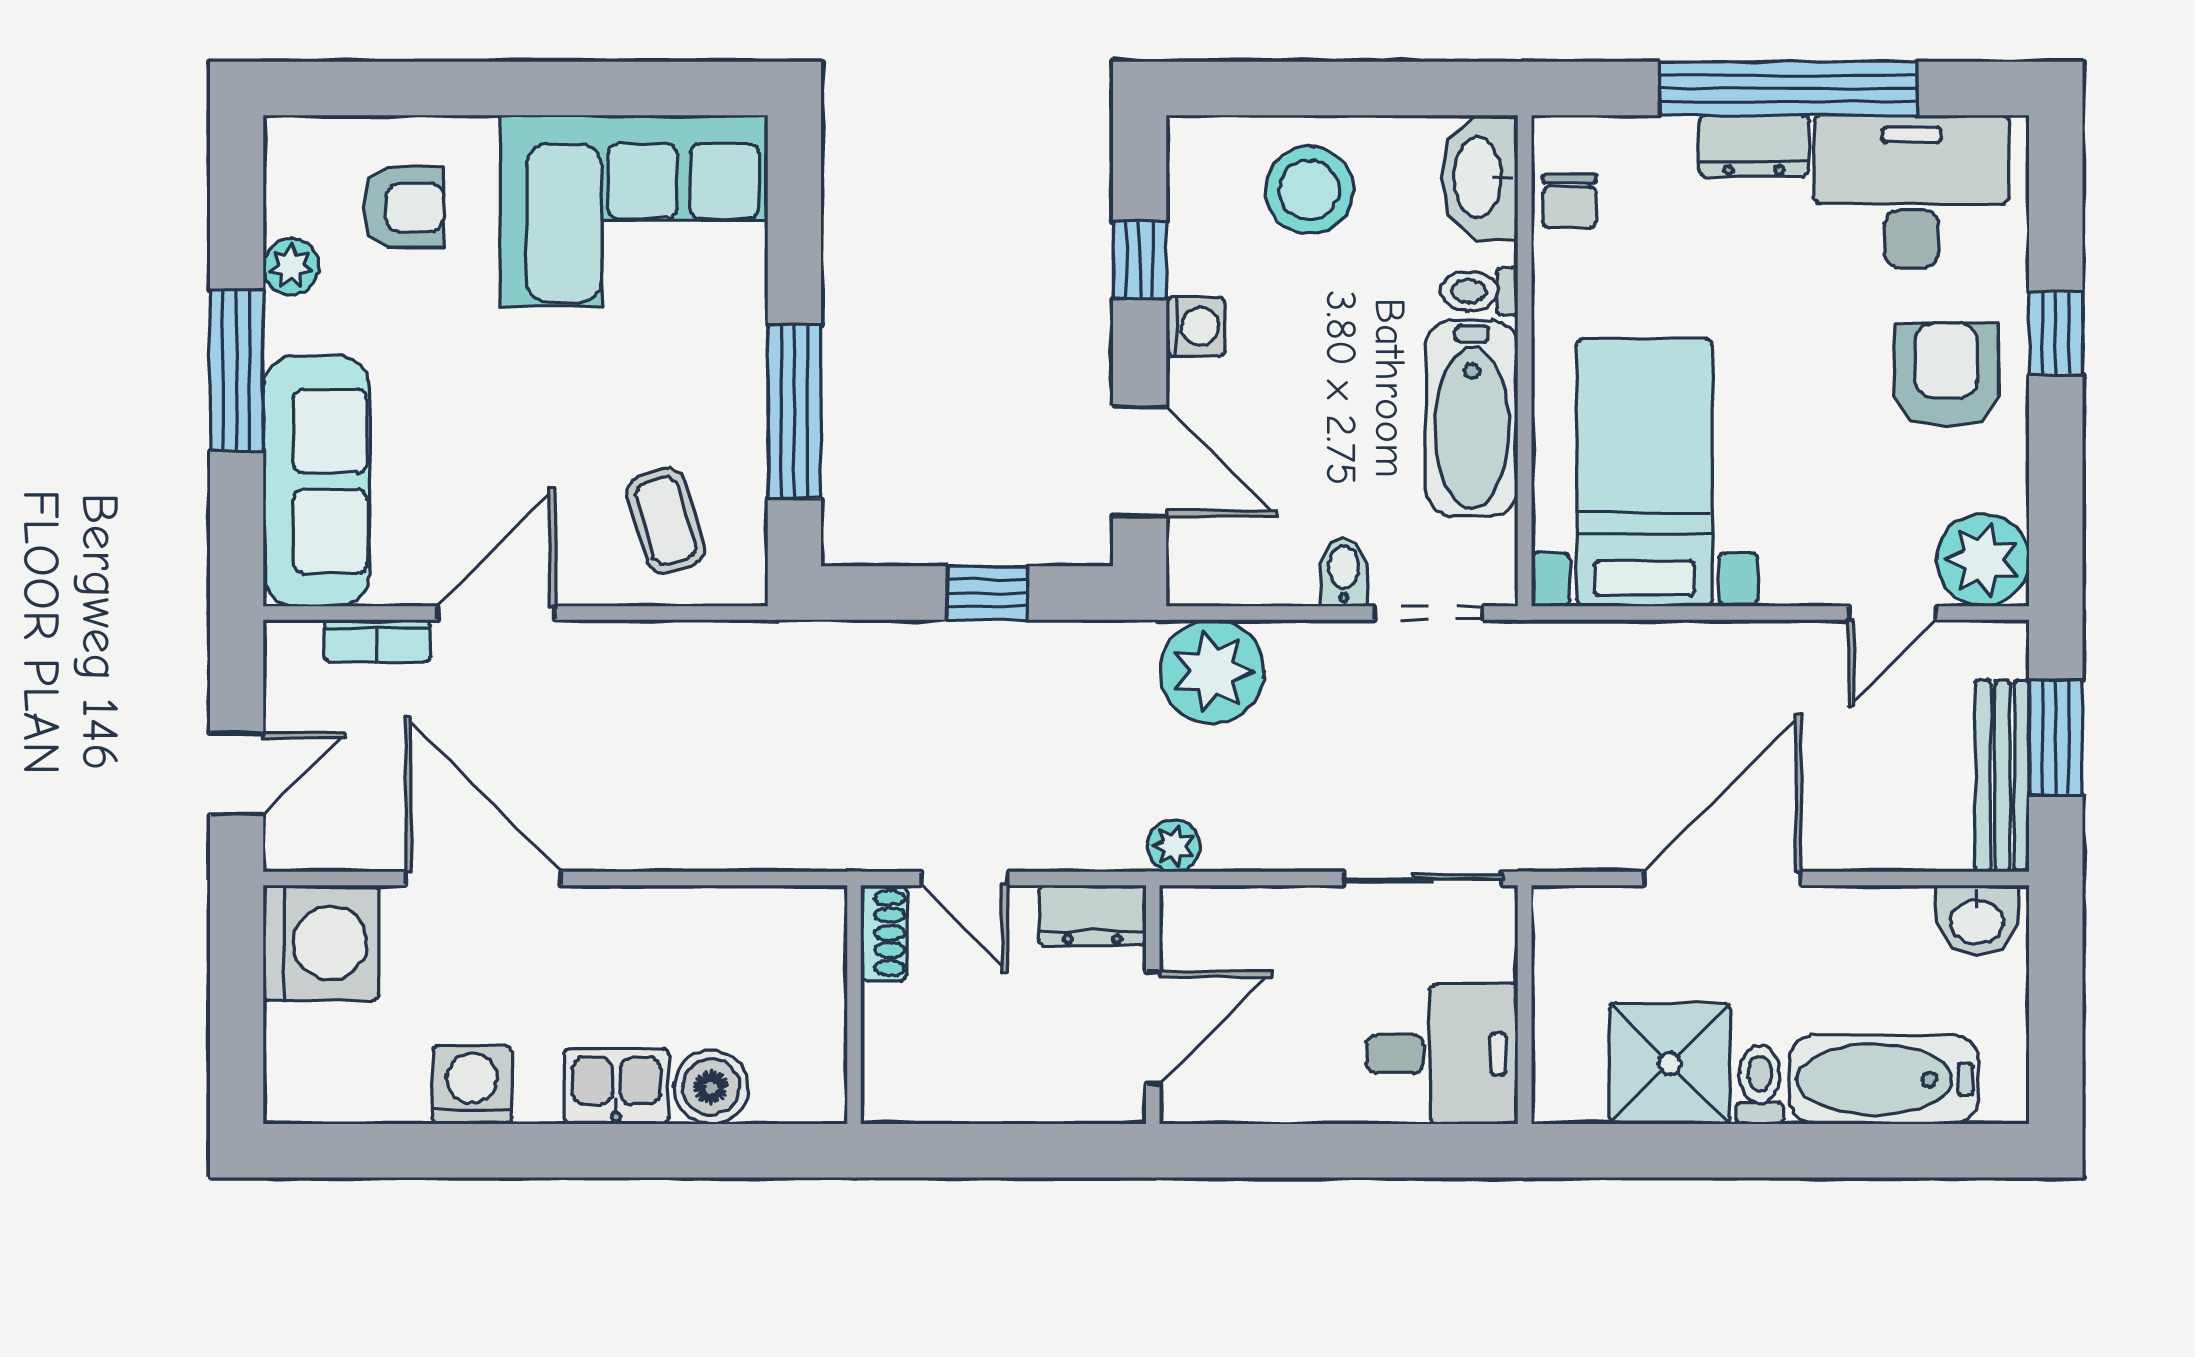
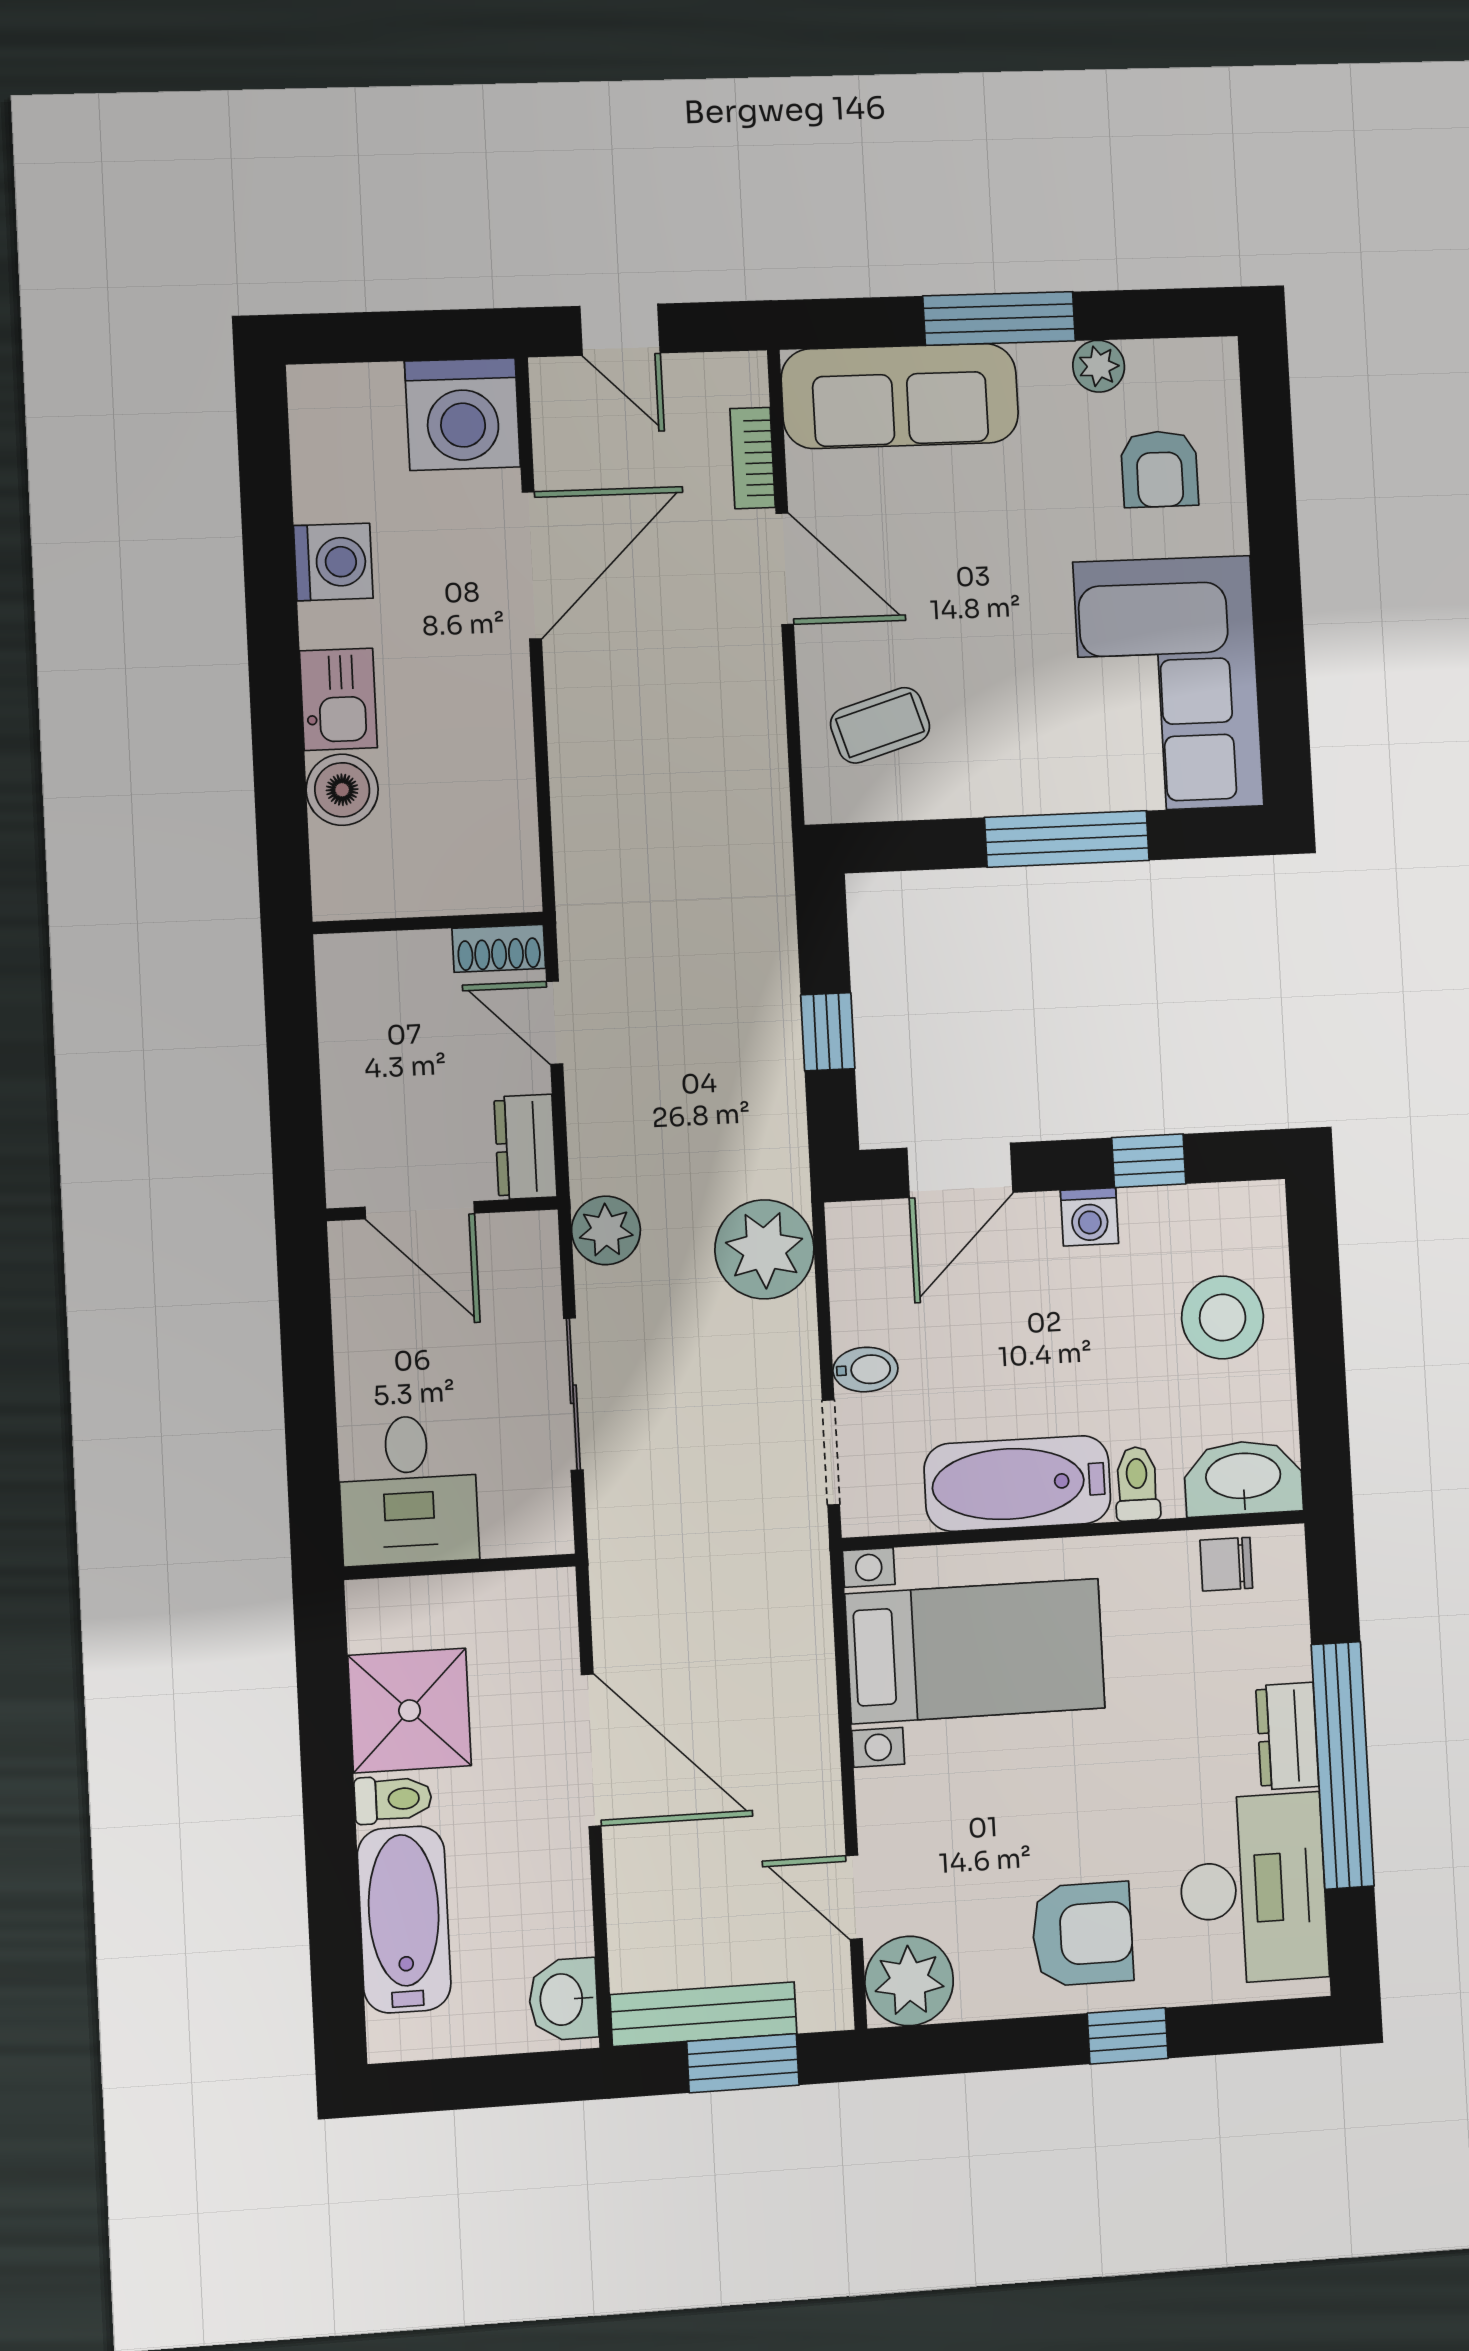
window: (794, 412) -> (1067, 839), moved
plant: (1174, 846) -> (606, 1230), width x1.38, depth x1.38
door: (964, 879) -> (555, 1023), hinge flipped
sliding door: (1422, 879) -> (573, 1394), moved

